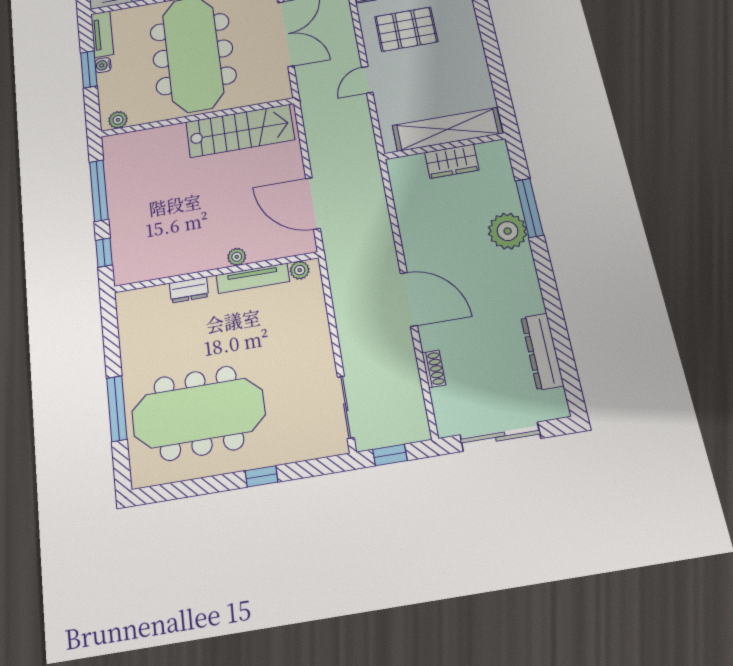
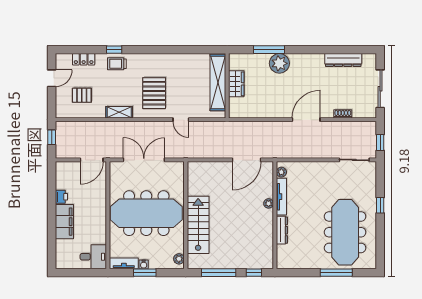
stairs: (240, 131) -> (198, 225), moved
dresser: (189, 290) -> (282, 230), width x1.44

